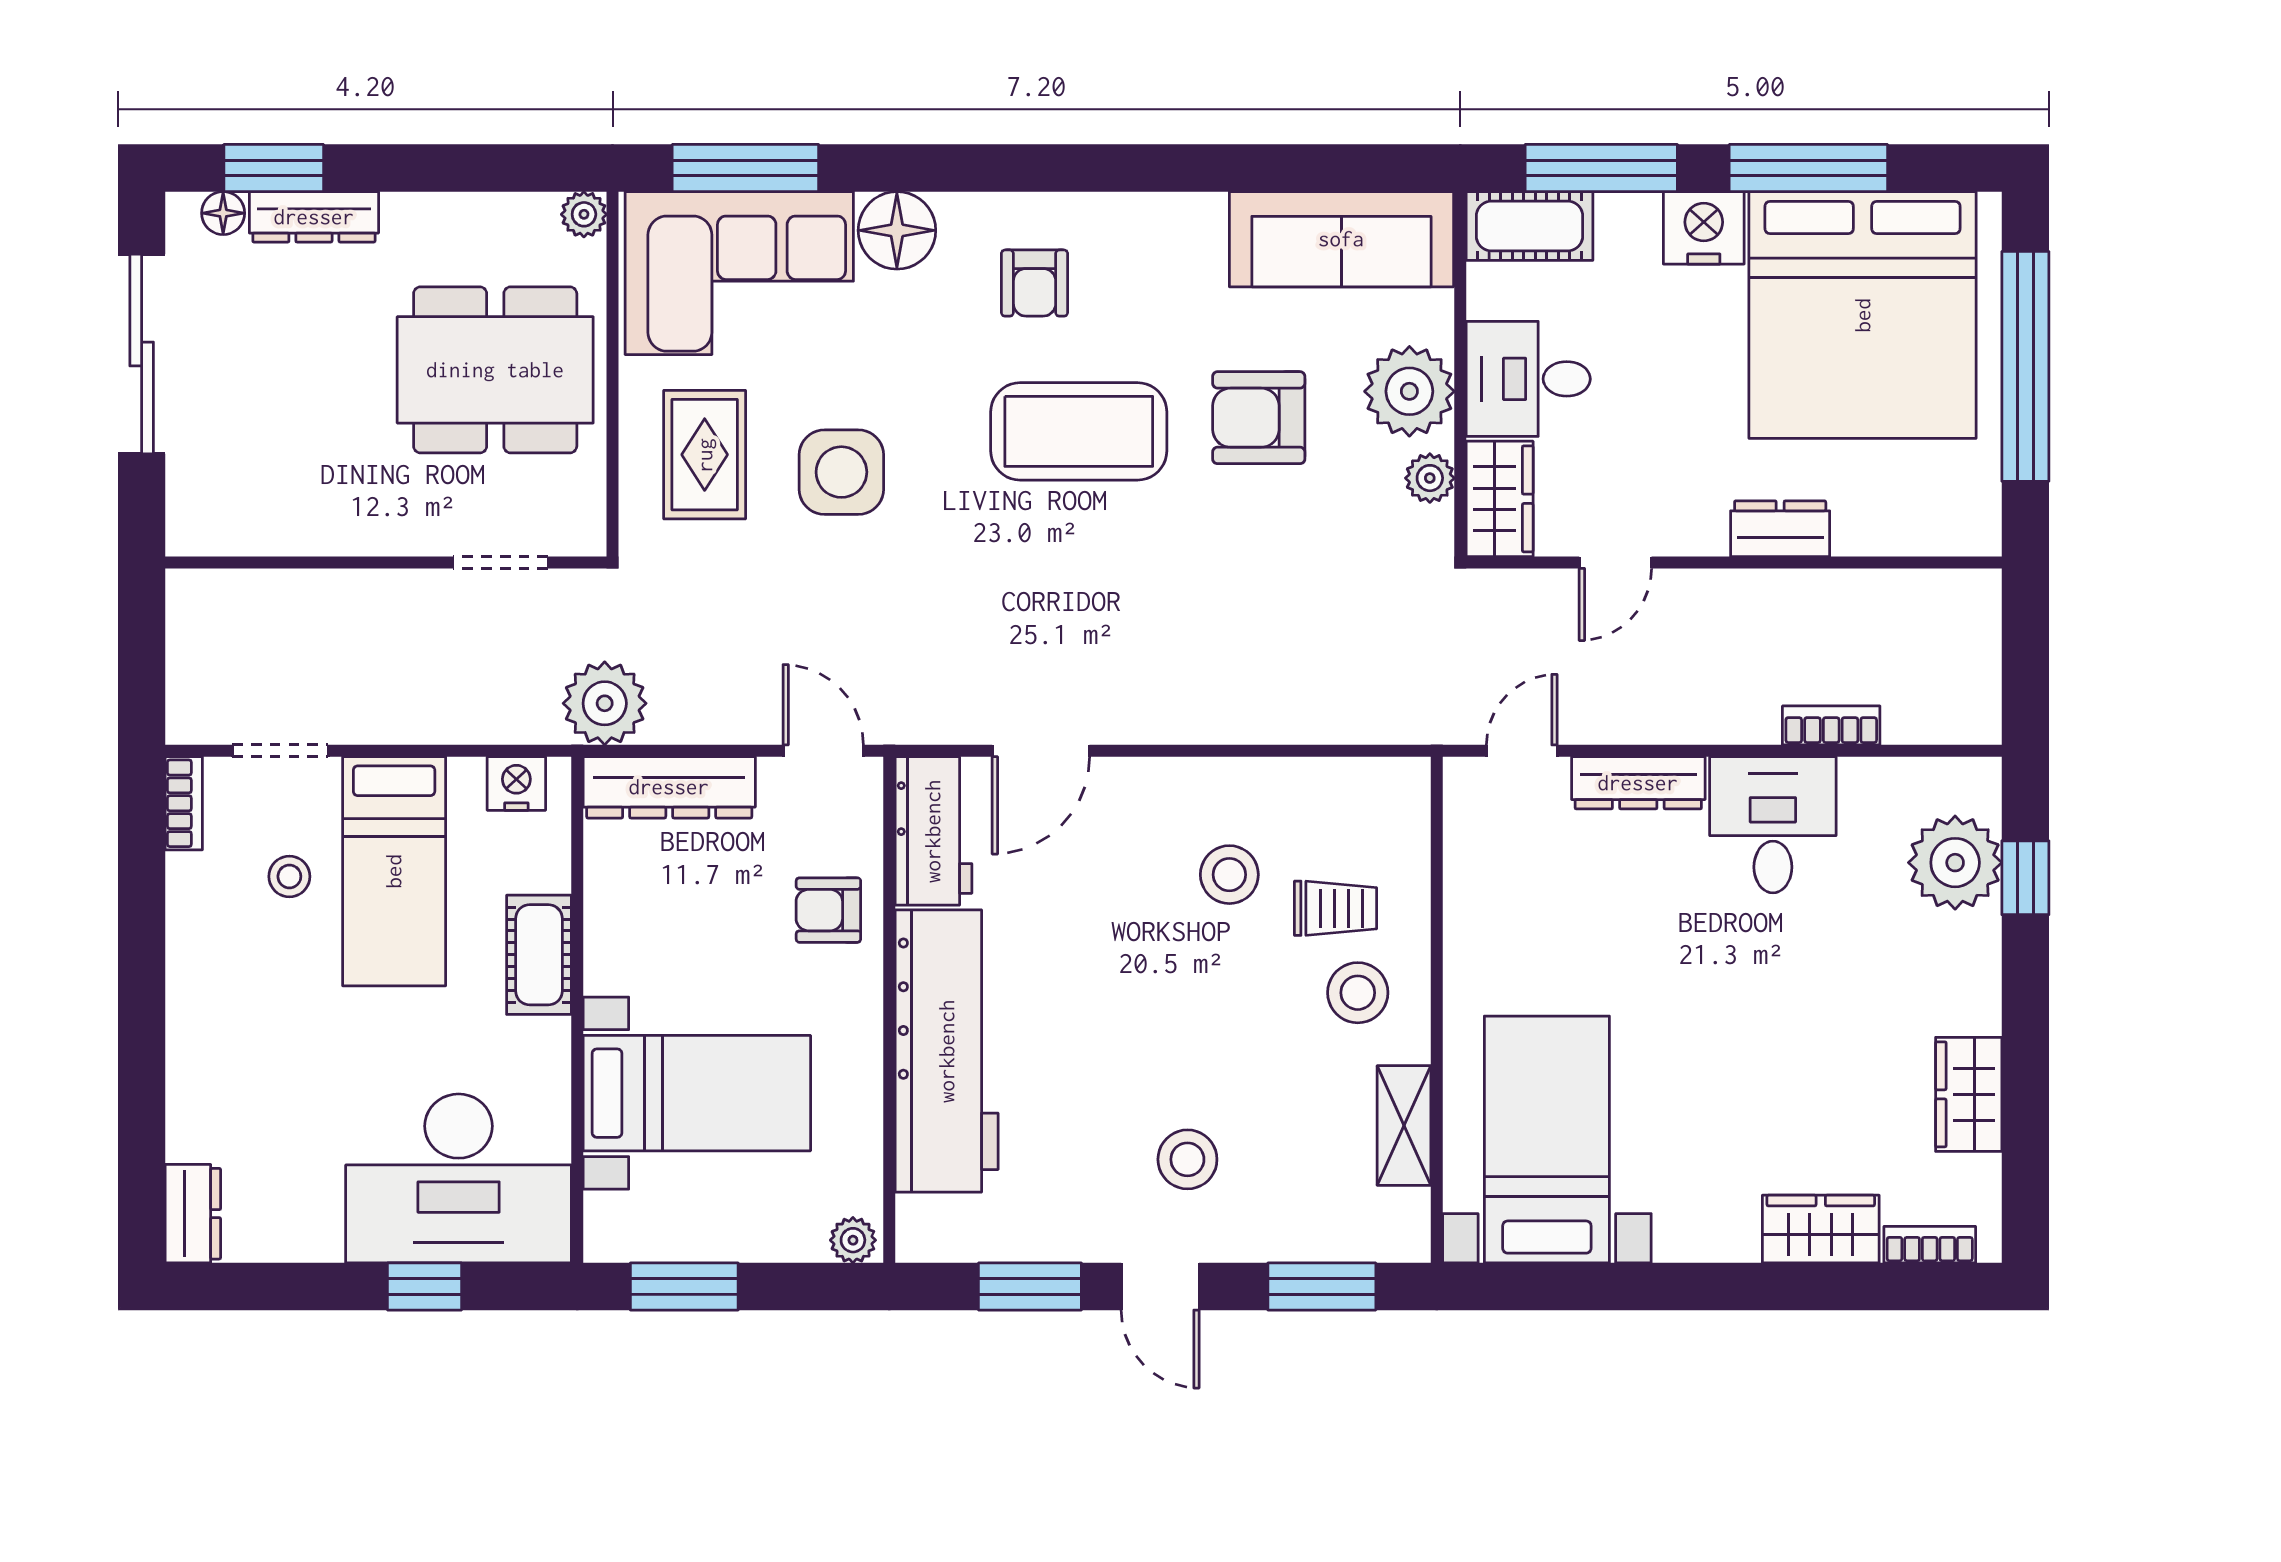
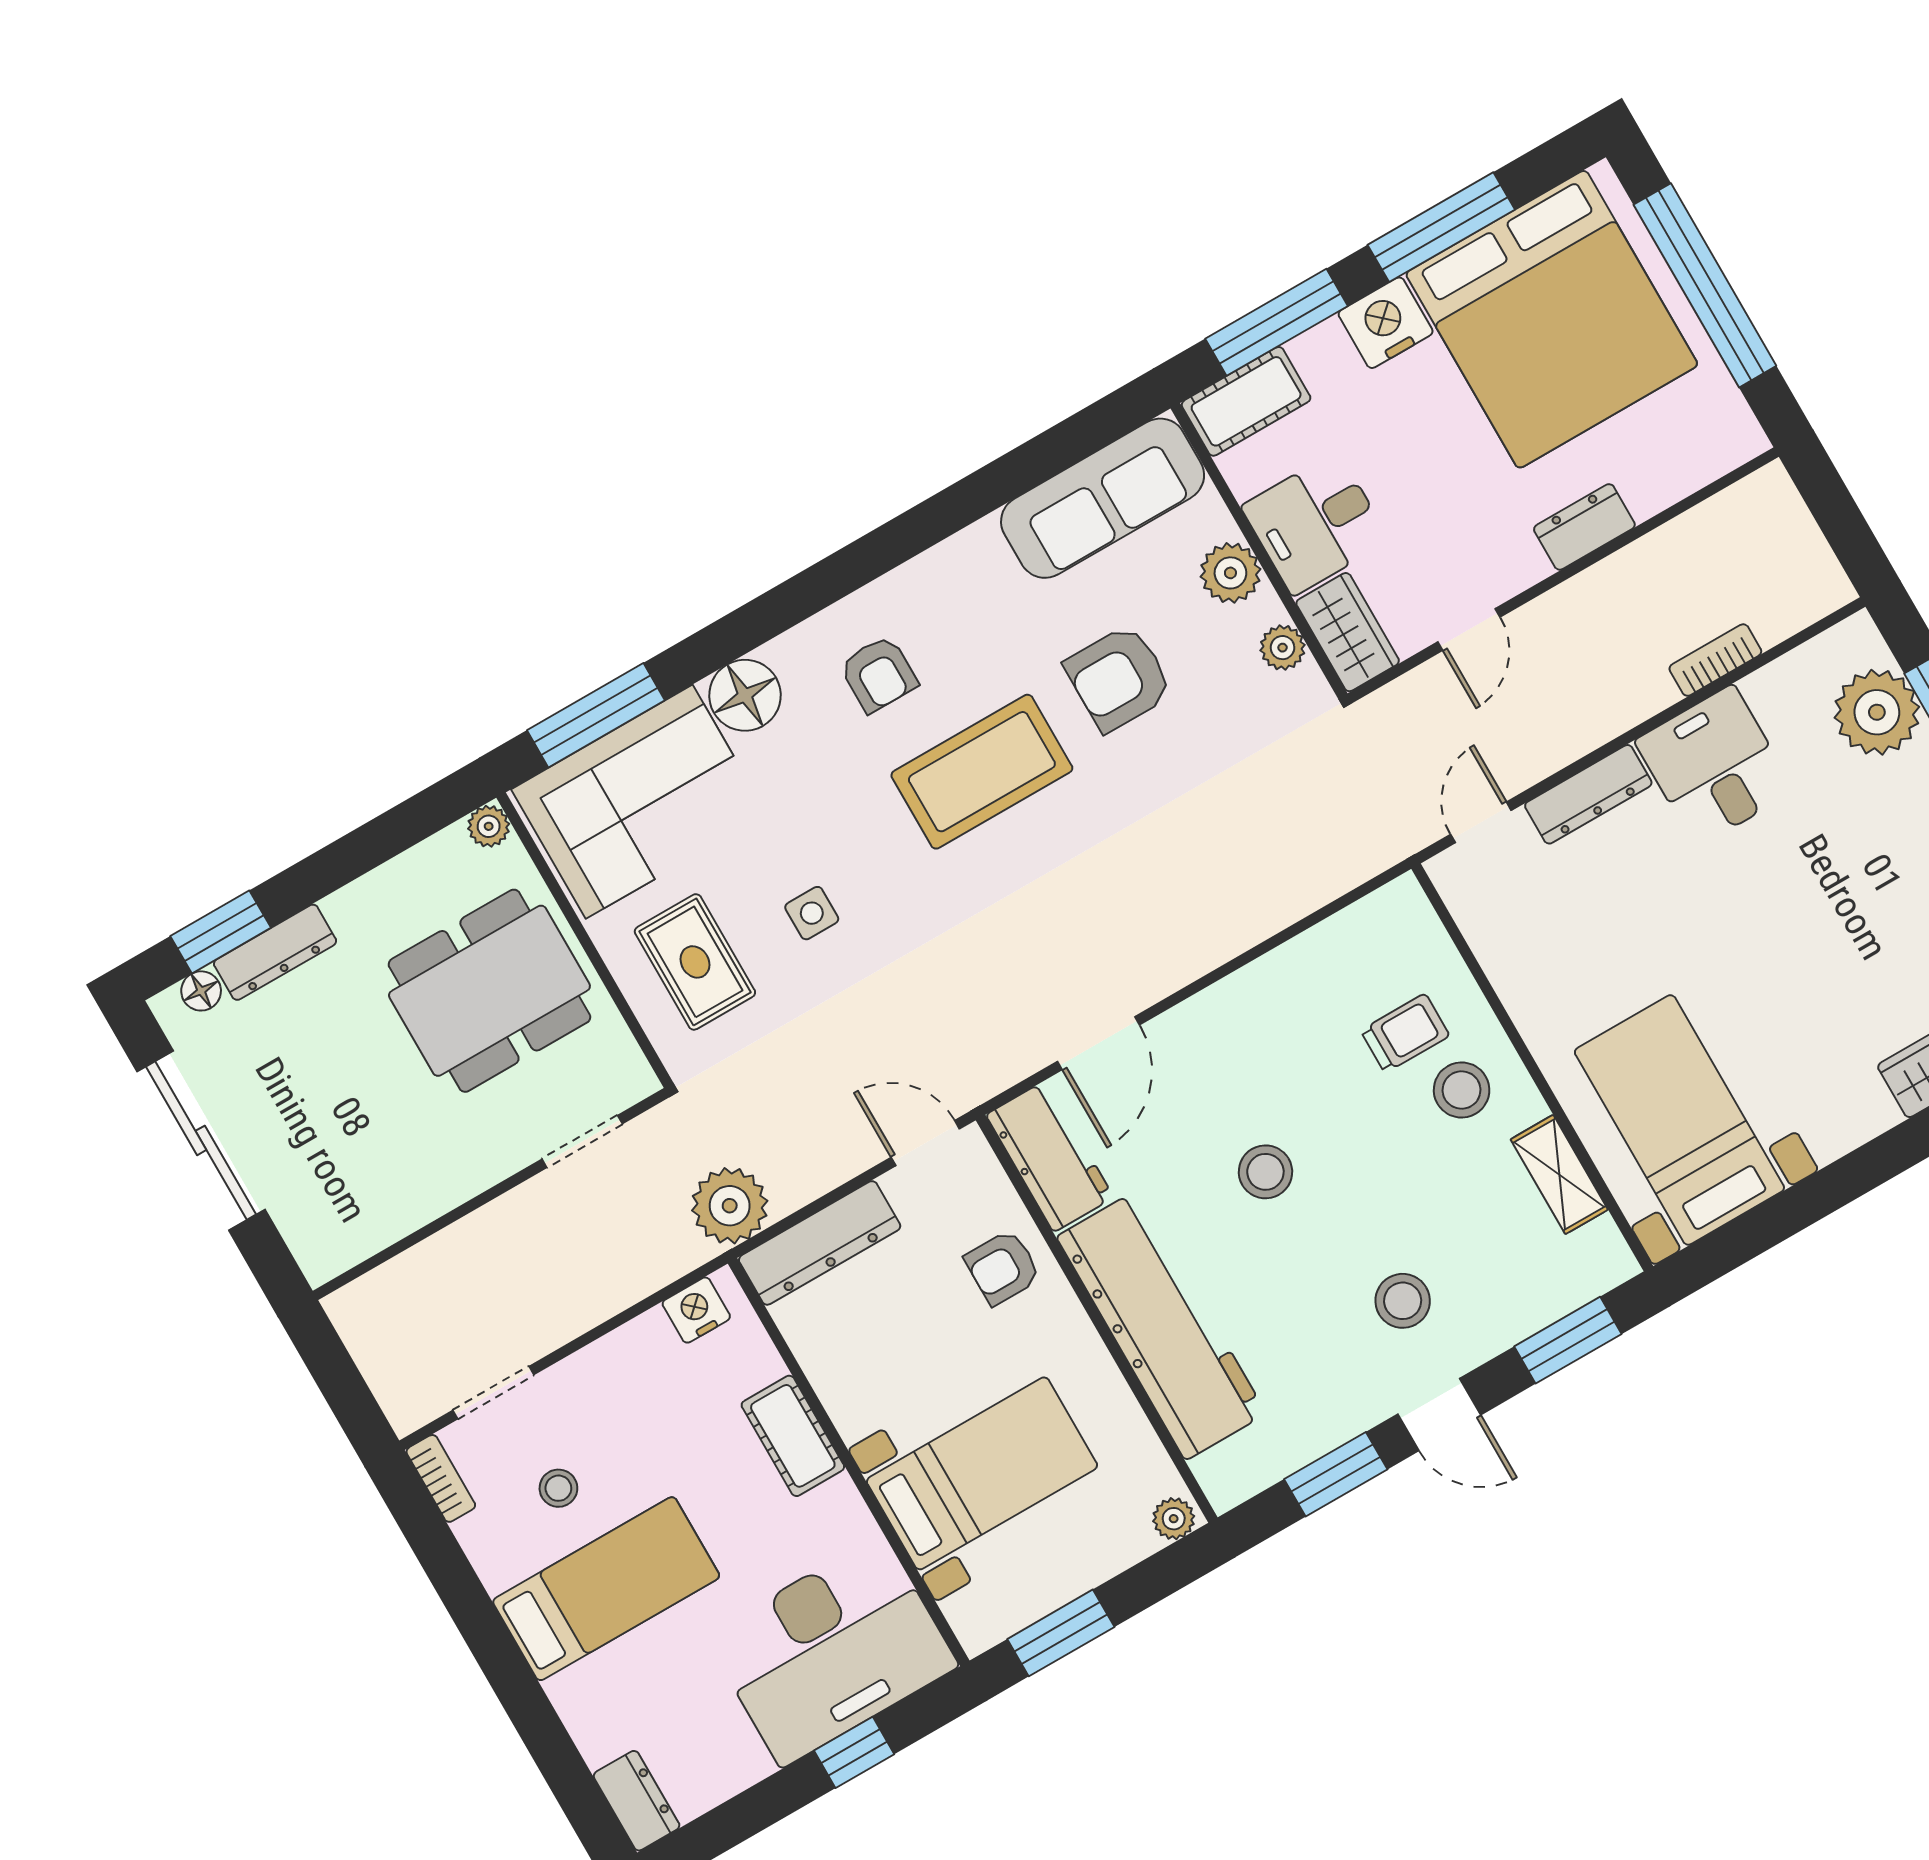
plant: (1409, 391) -> (1230, 573), width x0.73, depth x0.73
side table: (841, 472) -> (812, 913), width x0.54, depth x0.54
bed: (394, 871) -> (606, 1589), moved, turned -90
stool: (1229, 875) -> (1265, 1172), moved

